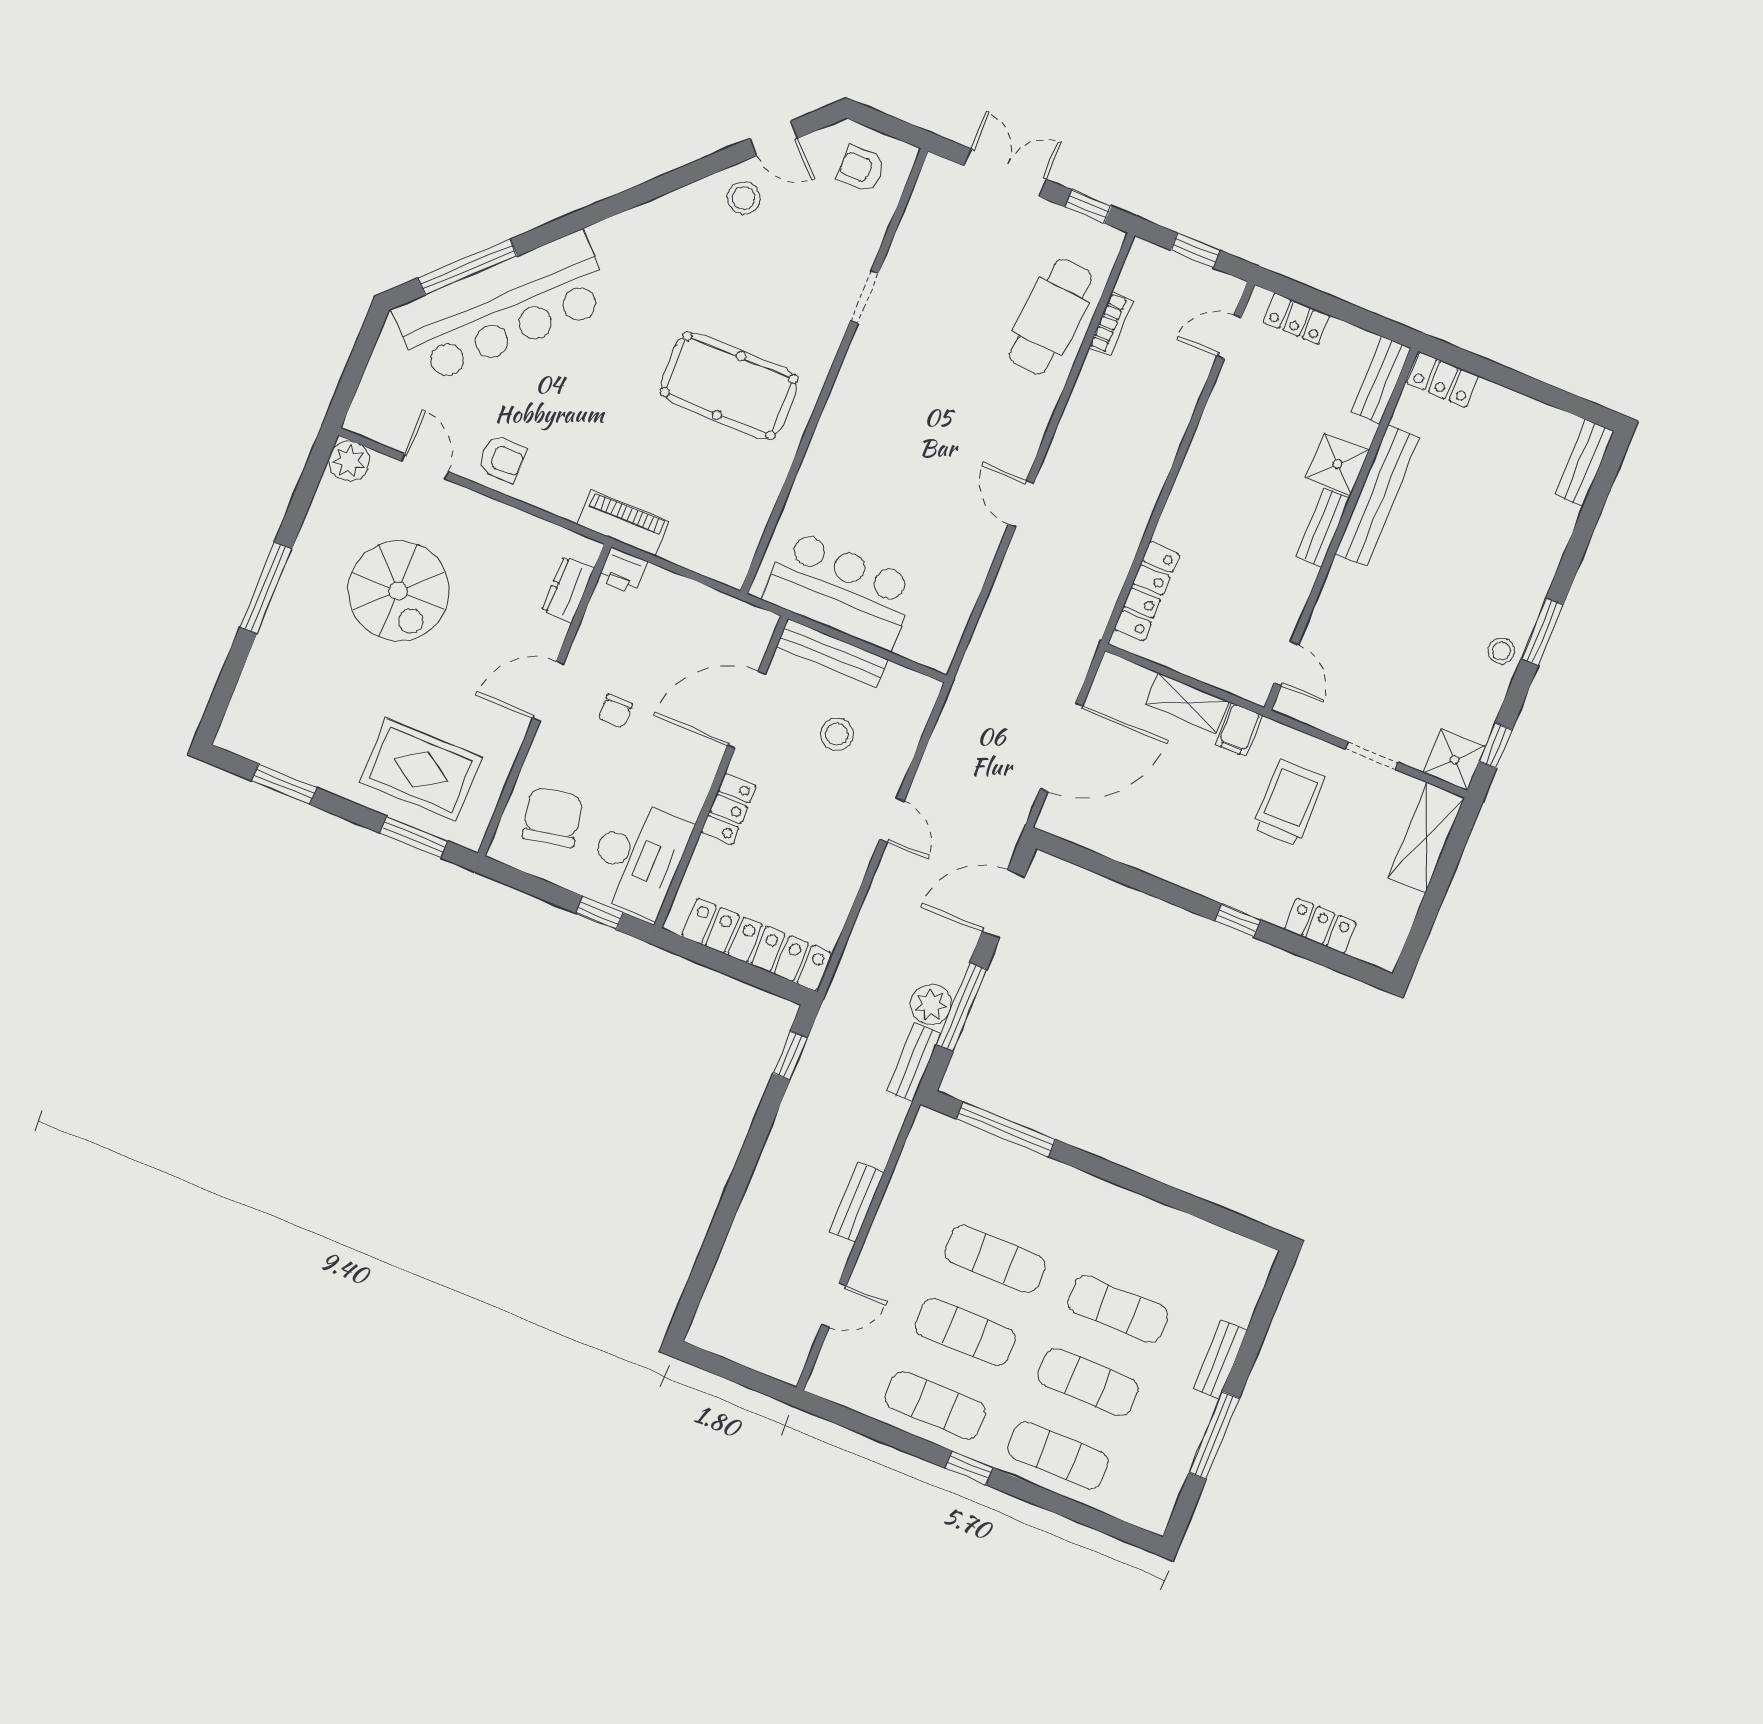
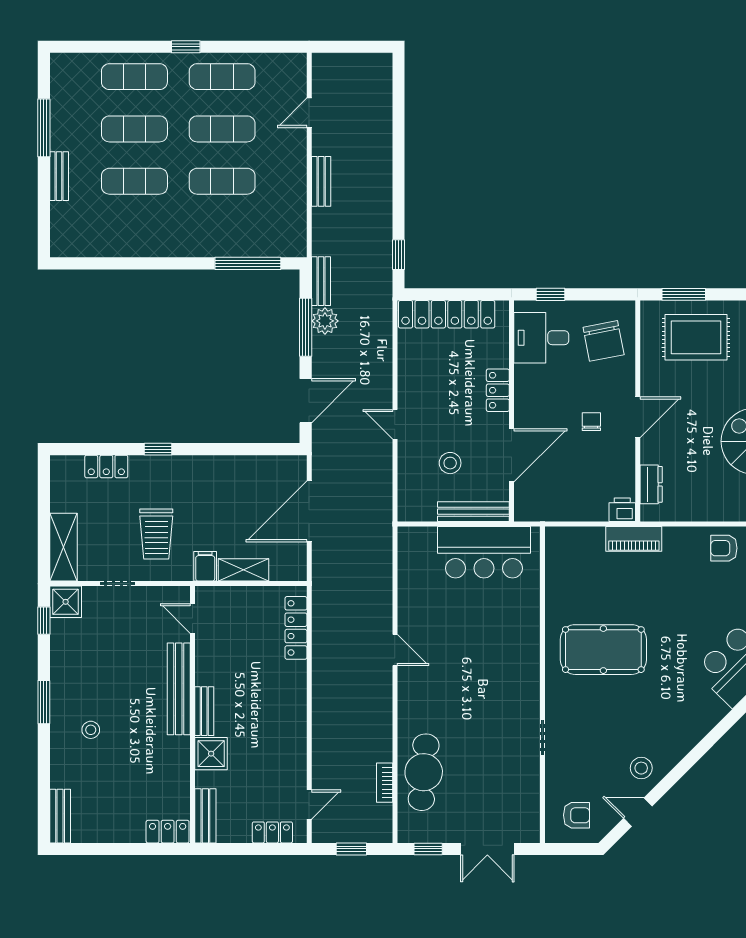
bench: (1377, 496) -> (179, 689), moved
stool: (1501, 651) -> (91, 730), moved
desk: (638, 858) -> (541, 338), width x0.73

